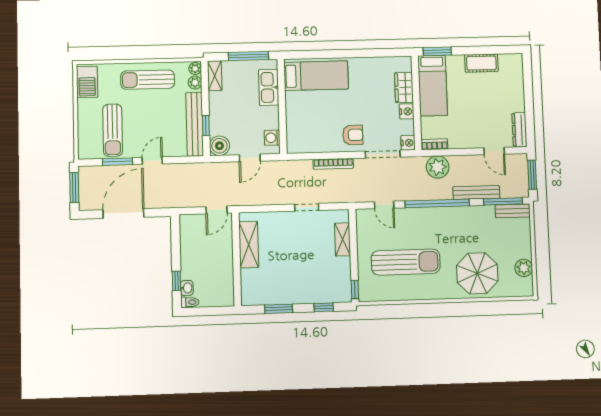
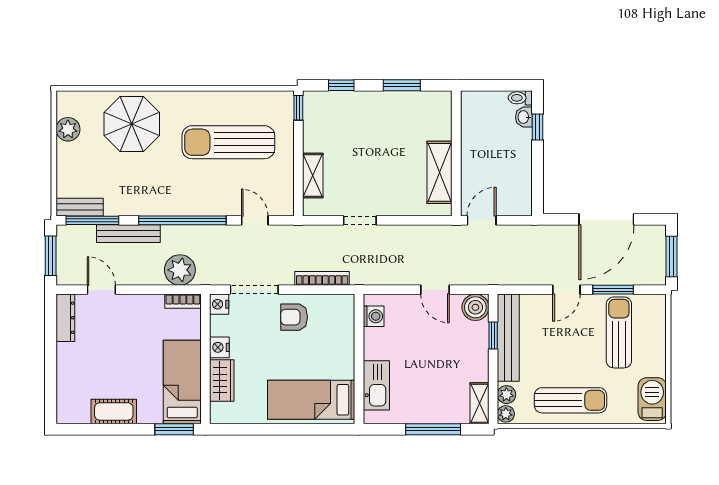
bed: (316, 76) -> (311, 400), moved
kitchen sink: (269, 87) -> (376, 385), moved
wall: (282, 106) -> (359, 359), moved
washing machine: (272, 138) -> (374, 316), moved
door: (250, 158) -> (435, 290), swing flipped

